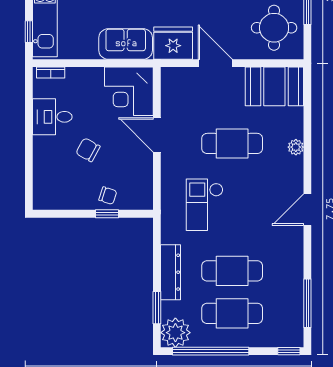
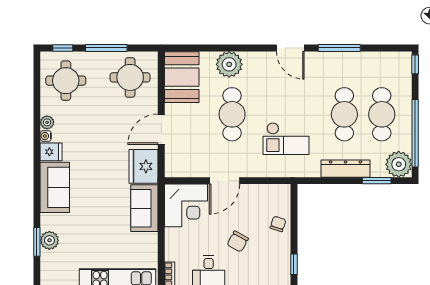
plant: (296, 147) -> (229, 64), width x1.88, depth x1.88
window: (107, 214) -> (294, 264), moved
window: (307, 303) -> (339, 48), moved

